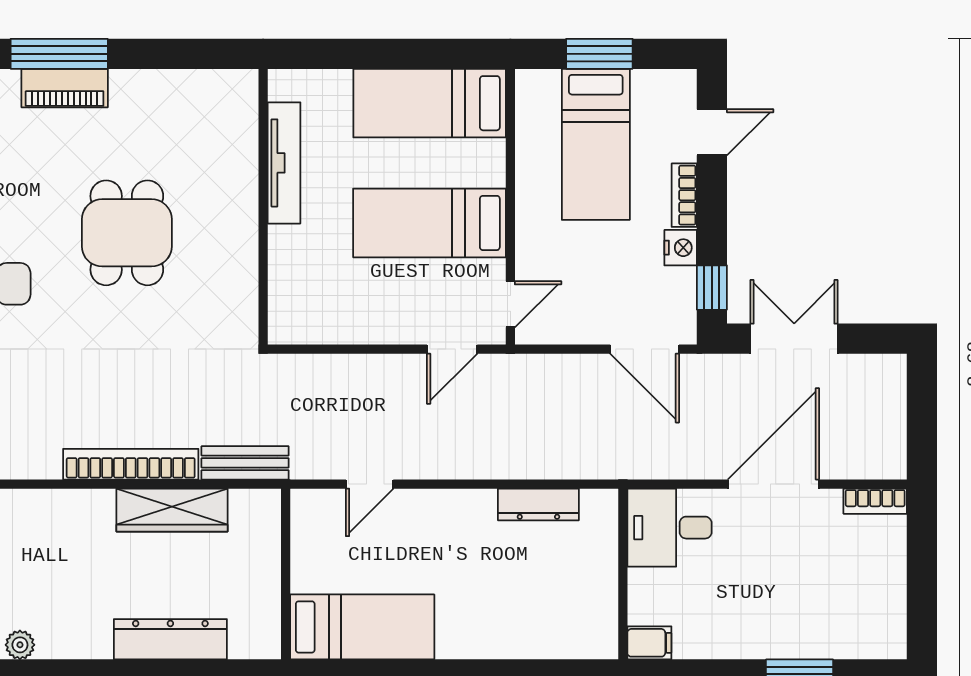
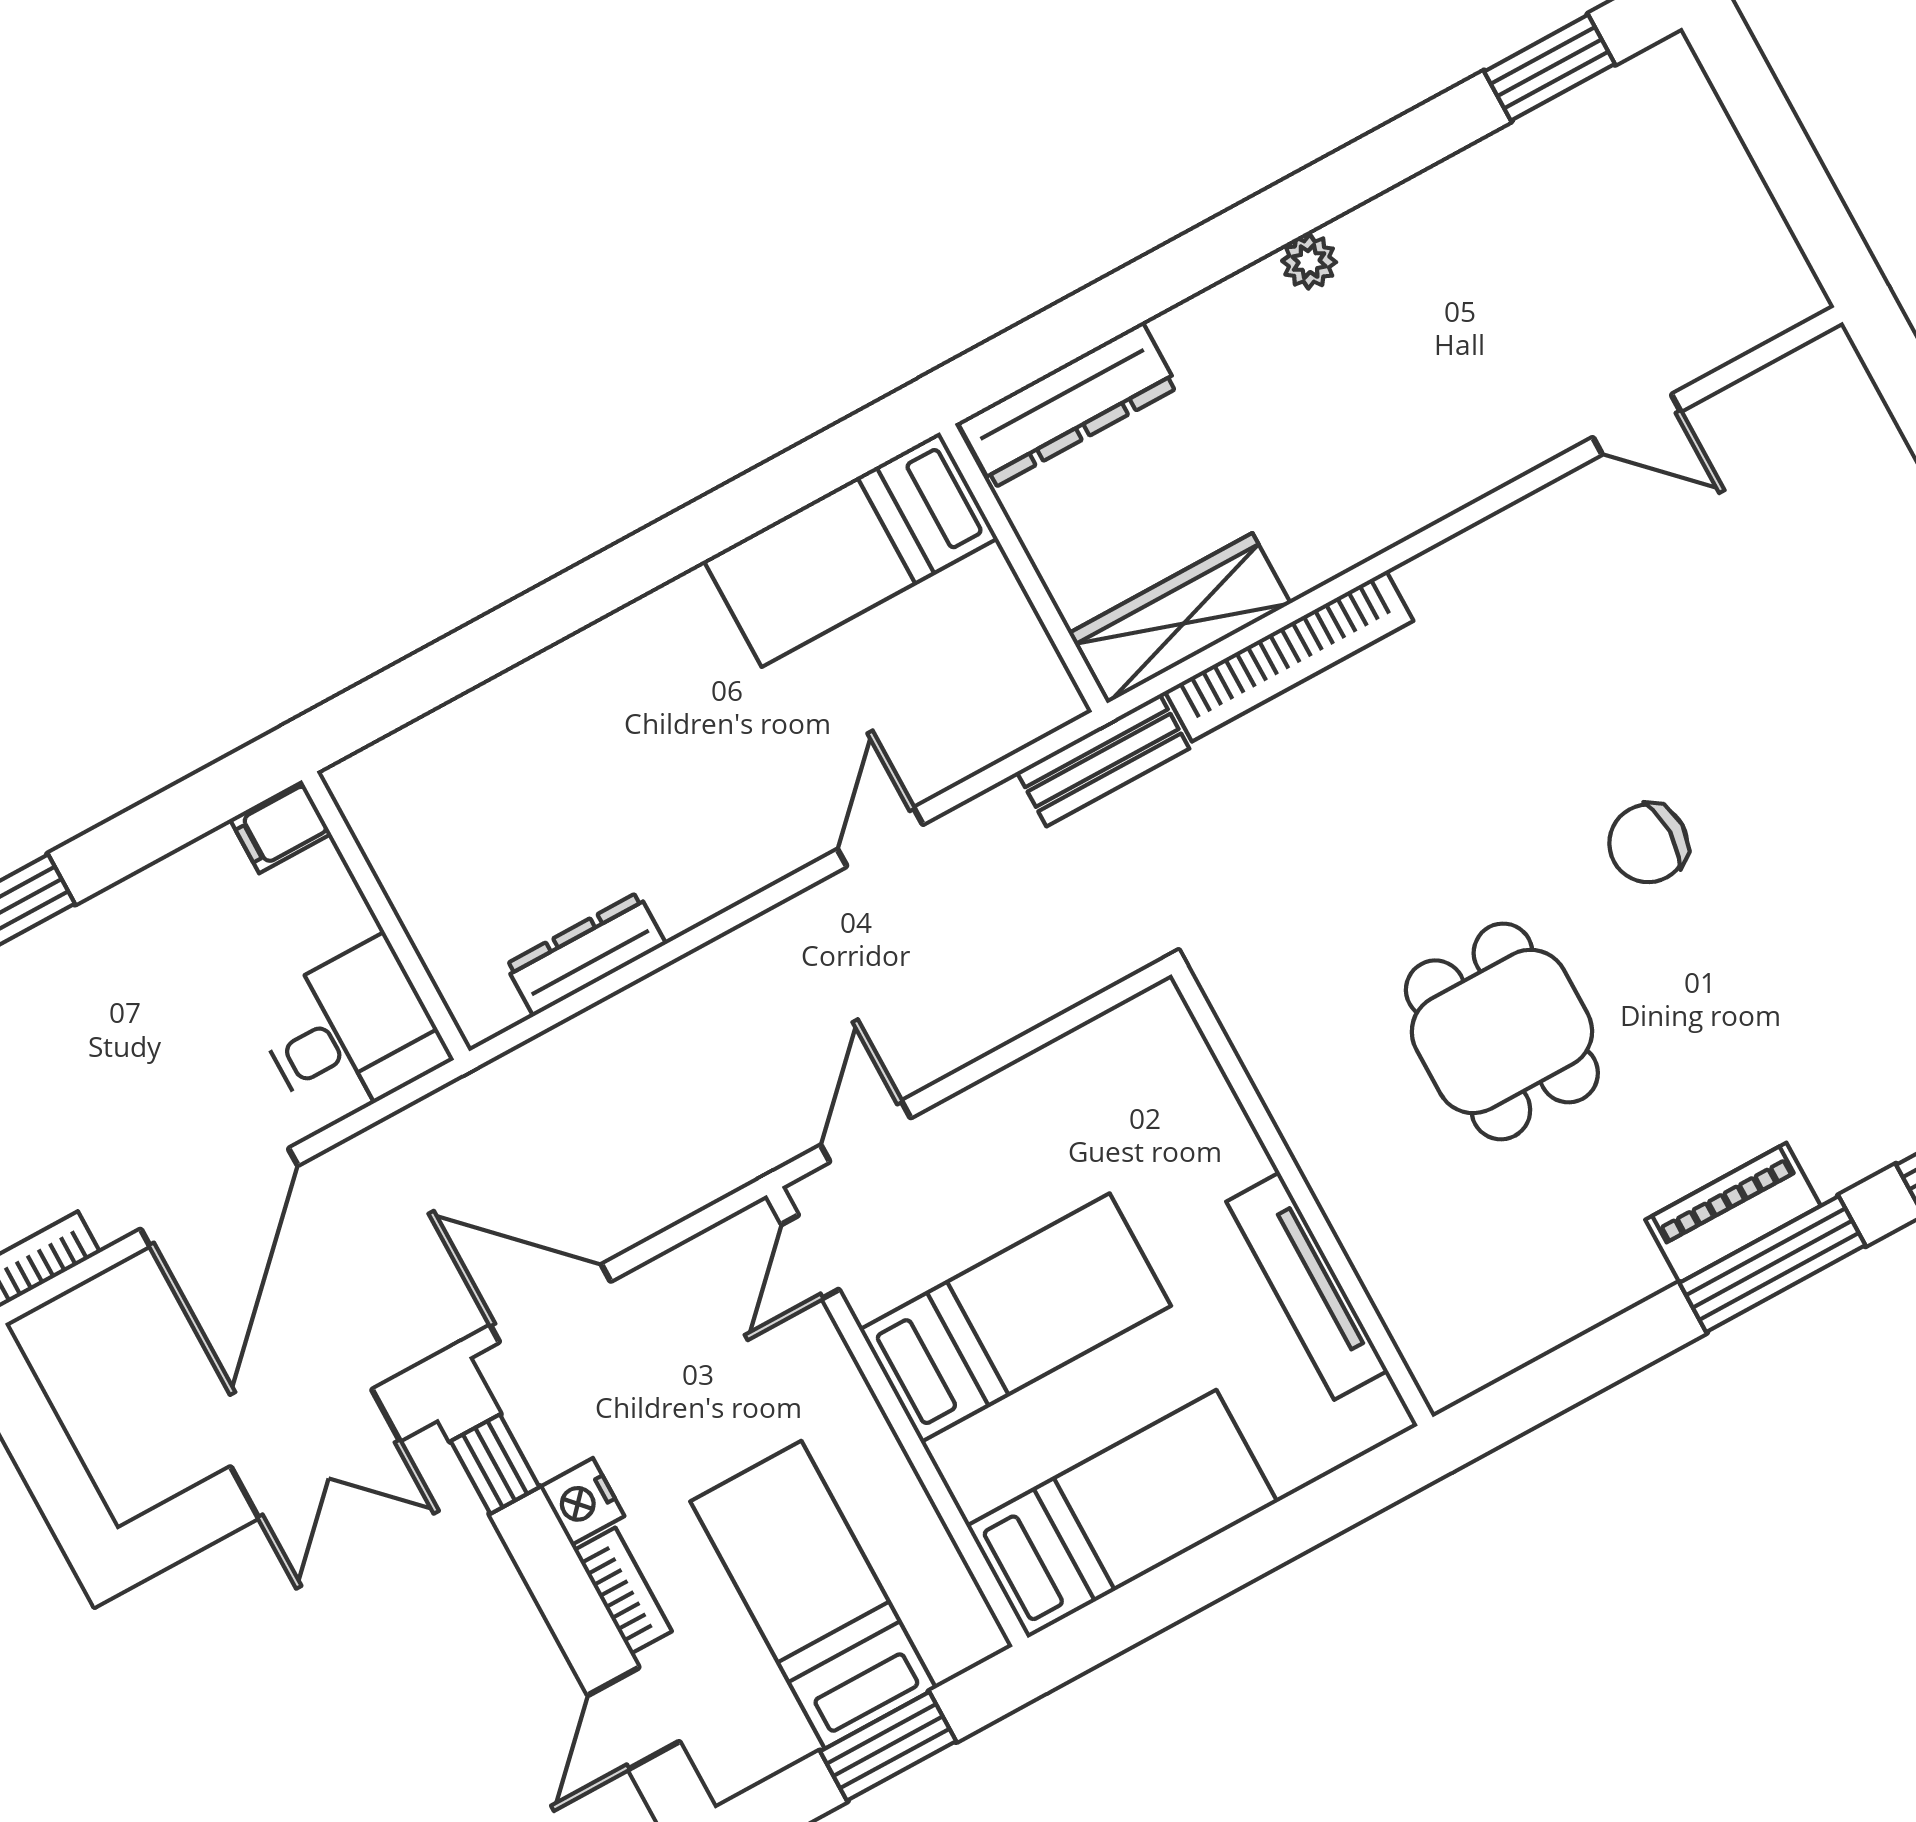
wall: (286, 574) -> (1023, 568), moved
bed: (362, 627) -> (851, 550), moved

